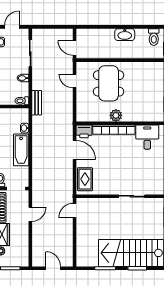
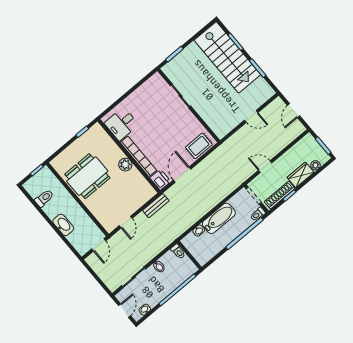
door: (12, 27) -> (125, 311), swing flipped
washbasin: (125, 35) -> (63, 225), moved
toilet: (154, 37) -> (44, 198), moved
dining table: (109, 83) -> (87, 176), moved
bench: (37, 103) -> (156, 206), moved
door: (75, 211) -> (251, 116), moved

